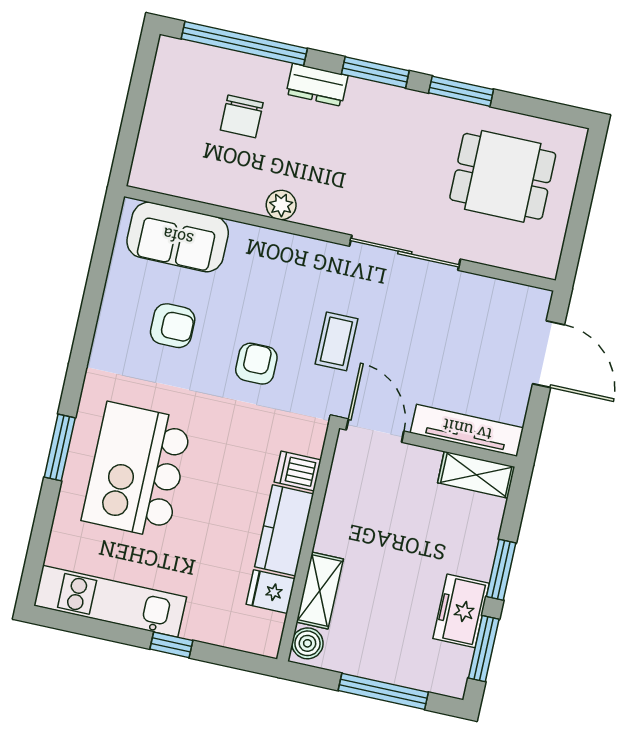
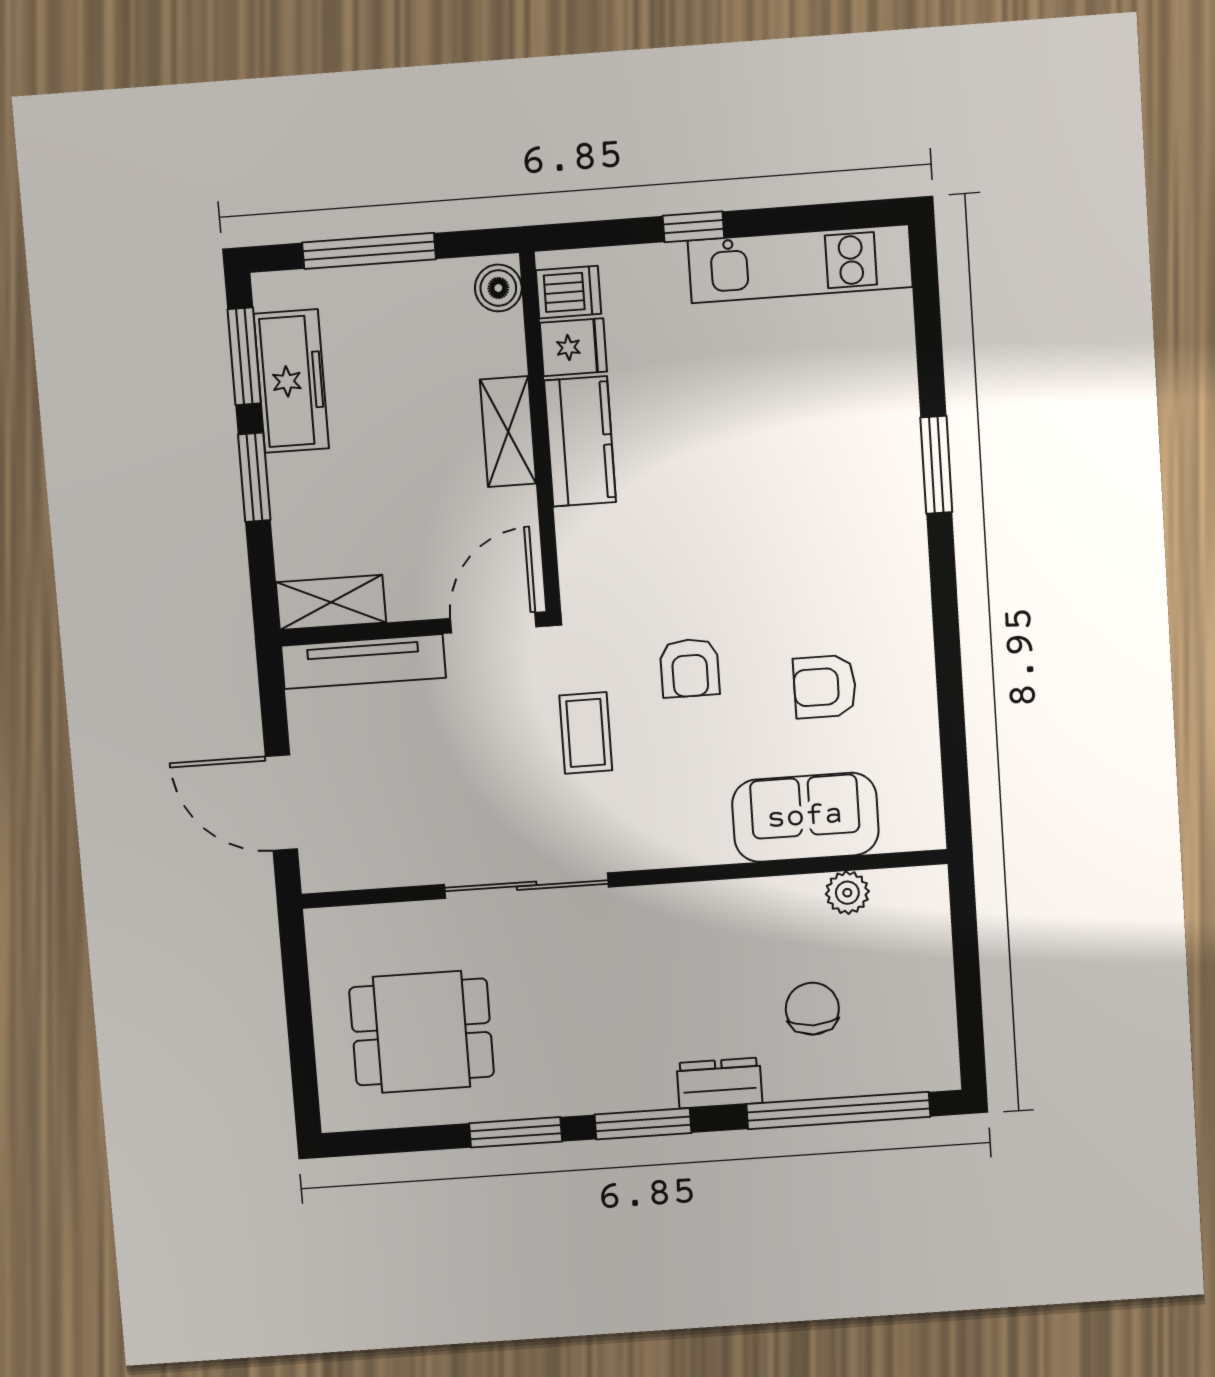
plant: (281, 205) -> (847, 893), moved
sofa: (178, 237) -> (805, 817), moved
door: (375, 431) -> (493, 623), swing flipped
kitchen island: (137, 470) -> (816, 465), removed
dishwasher: (298, 471) -> (569, 292), moved
shelving: (320, 591) -> (508, 432), moved
freezer: (461, 611) -> (291, 381), width x1.40

